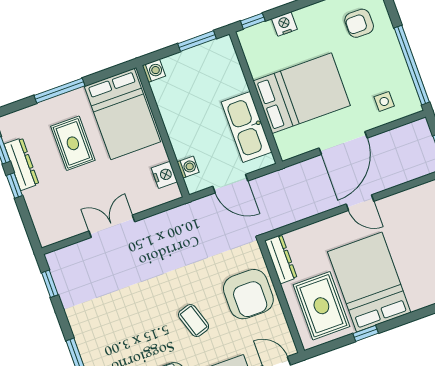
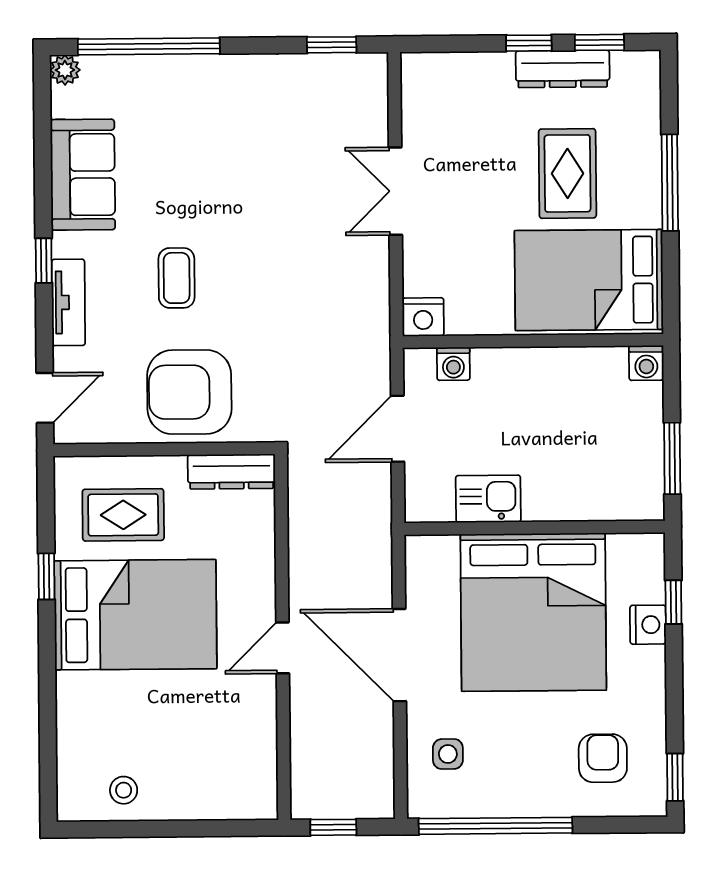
window: (253, 21) -> (673, 602), moved
bed: (302, 93) -> (533, 612), width x1.36
kitchen sink: (247, 127) -> (488, 499), width x0.53, depth x0.81
rug: (73, 143) -> (567, 173), turned 90
nightstand: (164, 175) -> (423, 317), moved
double door: (112, 226) -> (395, 191), swing flipped
rug: (321, 306) -> (123, 515), width x0.73, depth x0.70
coffee table: (194, 321) -> (177, 278), turned -72

